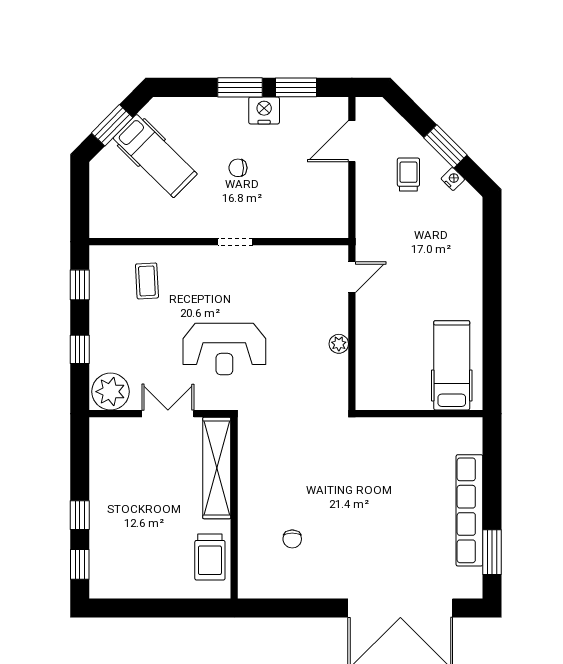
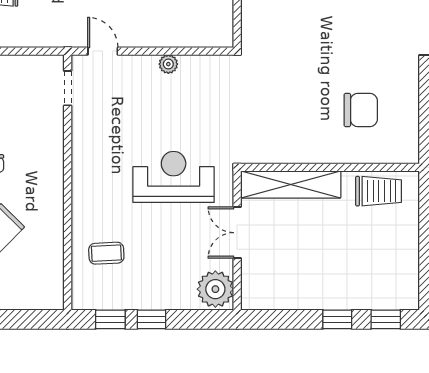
doorway: (235, 242) -> (68, 88), moved
window: (80, 349) -> (151, 319), moved
reception desk: (224, 349) -> (174, 177), turned -90
chair: (292, 539) -> (361, 110), width x1.87, depth x1.87

